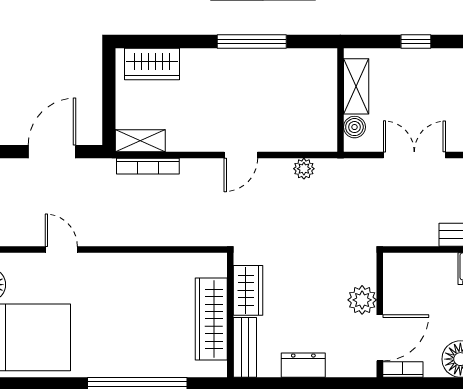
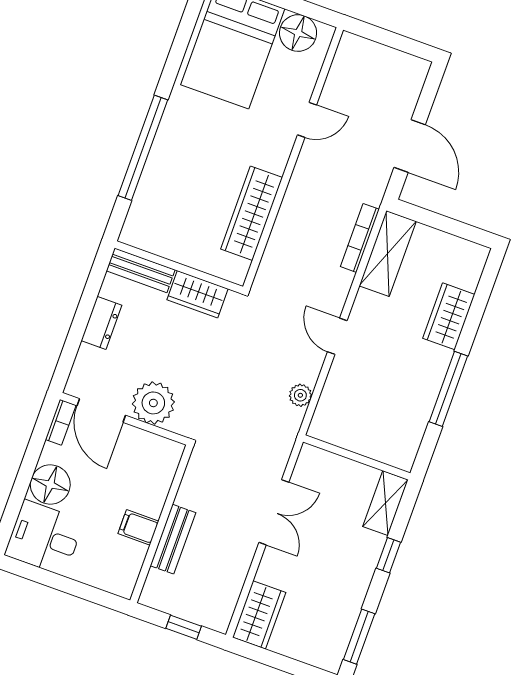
wardrobe: (152, 64) -> (449, 316), moved
shelving: (356, 86) -> (385, 503), moved, turned 90
boiler: (354, 127) -> (324, 462), removed
shelving: (140, 141) -> (388, 254), width x1.50, depth x1.33
plant: (362, 300) -> (153, 403), width x1.36, depth x1.36
wardrobe: (211, 319) -> (252, 213), moved, turned -90

